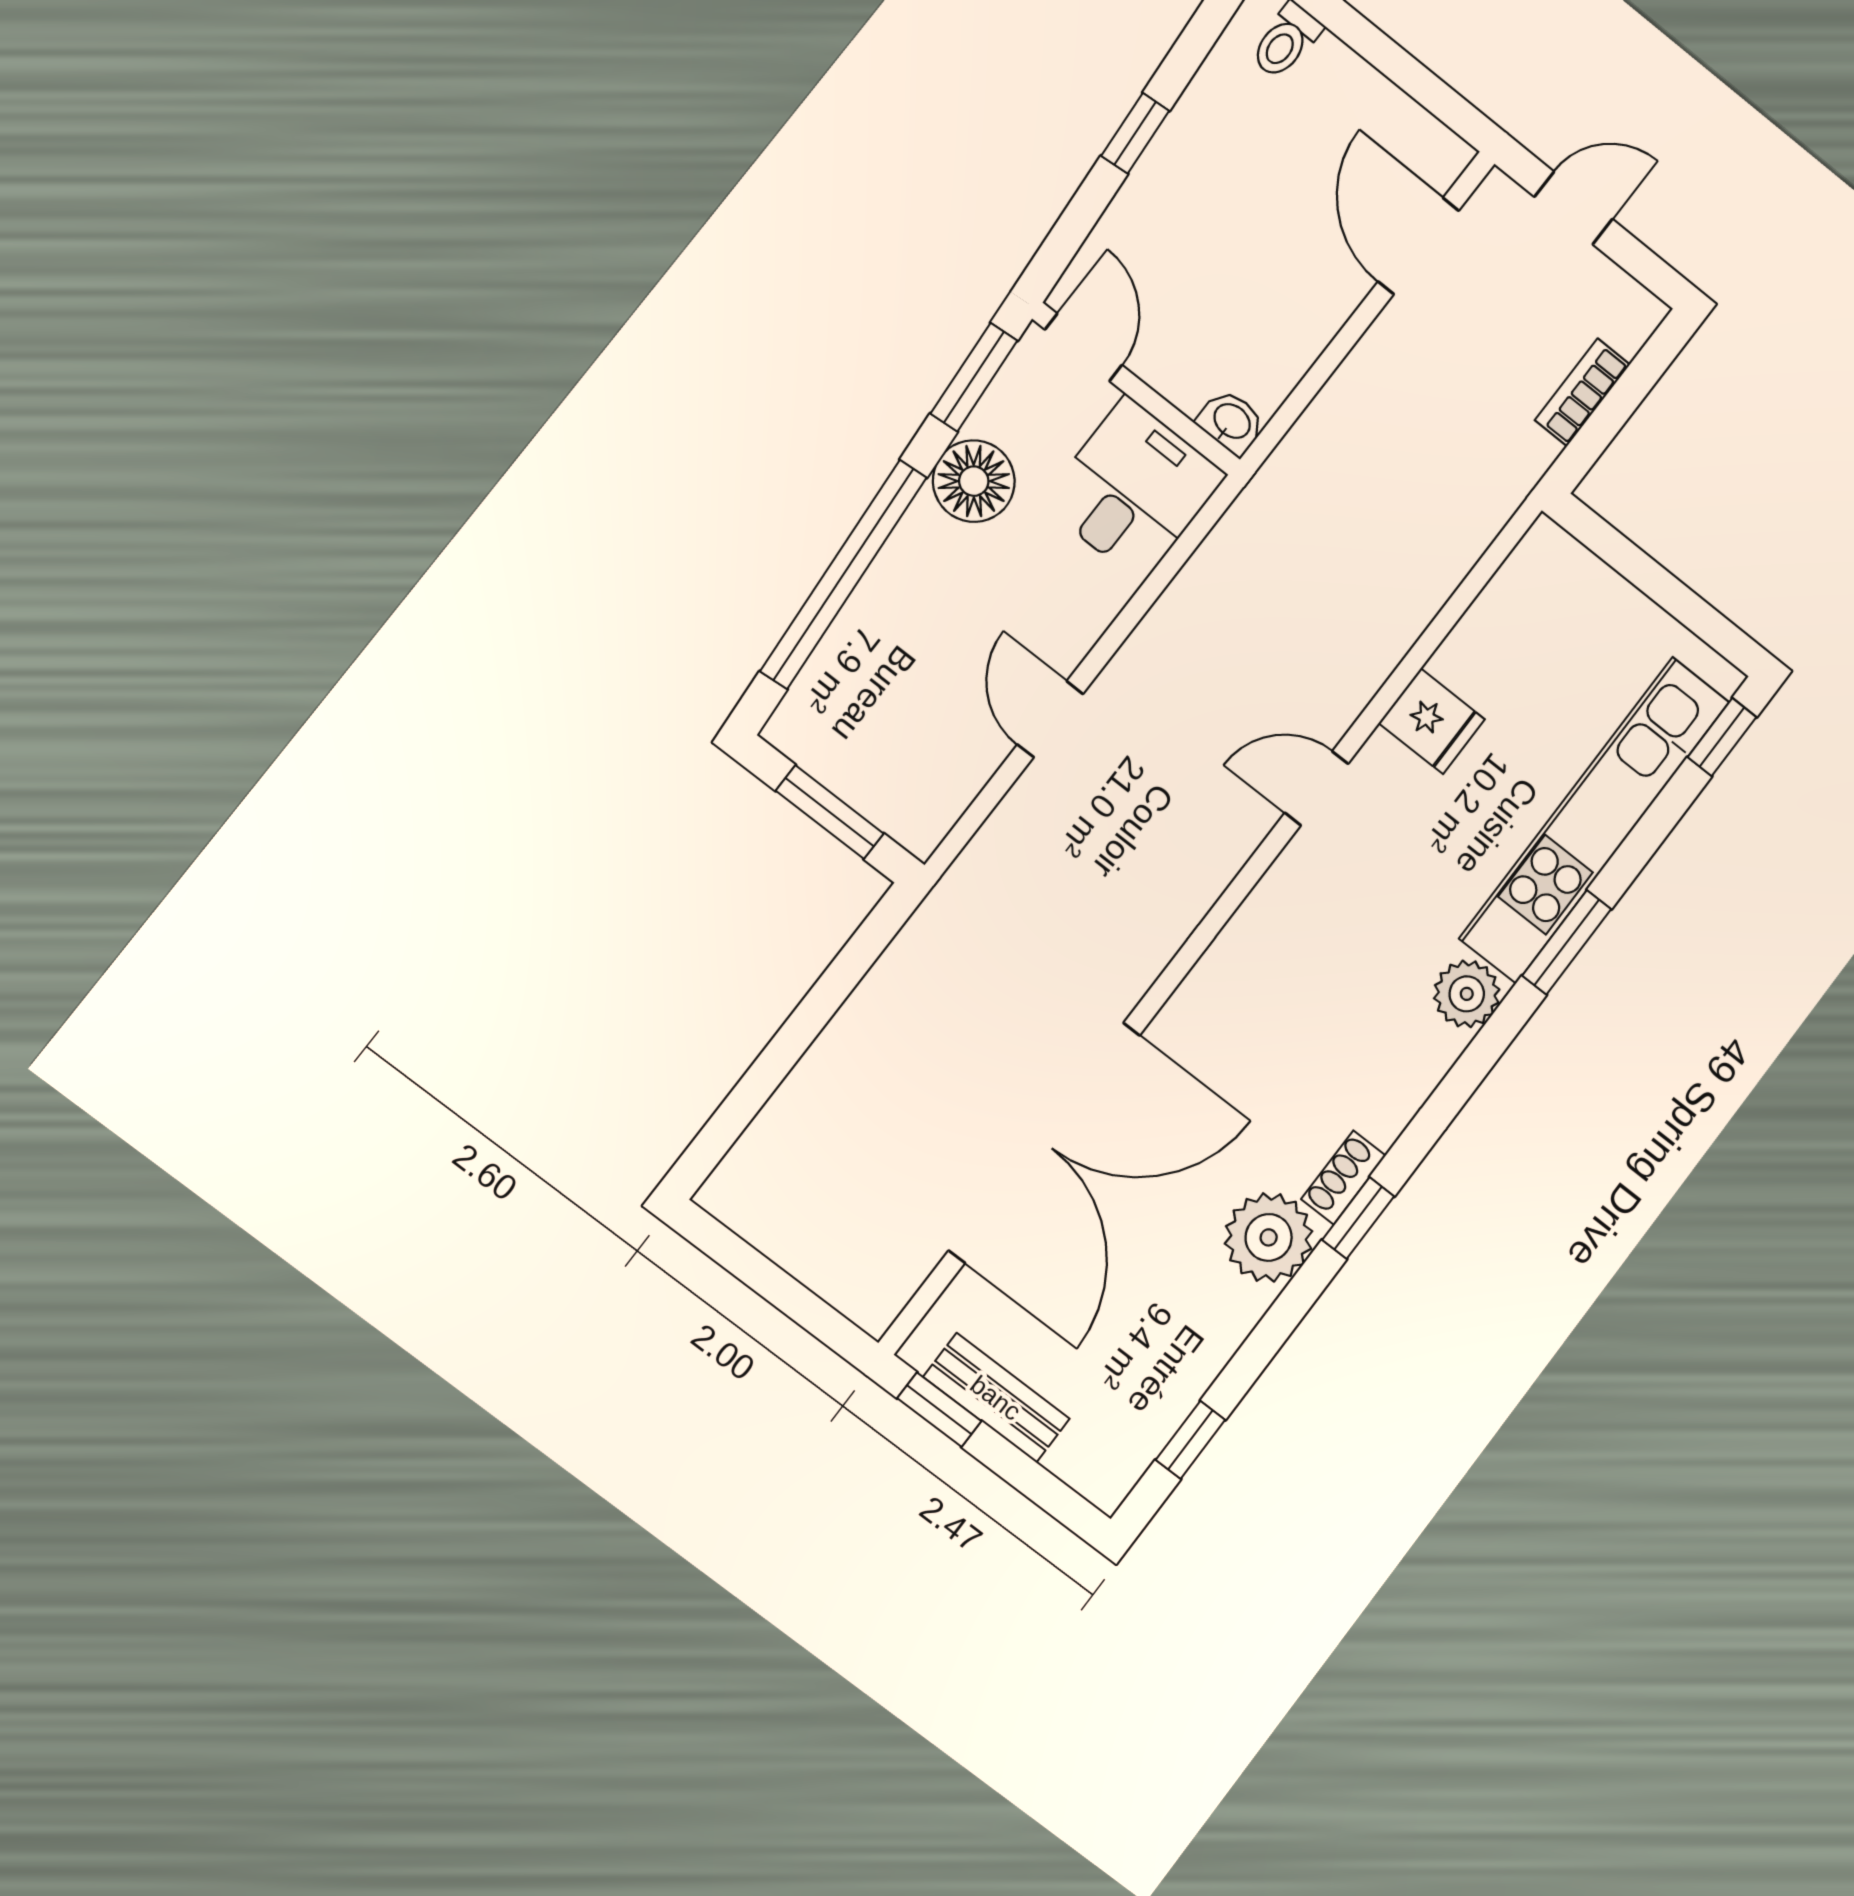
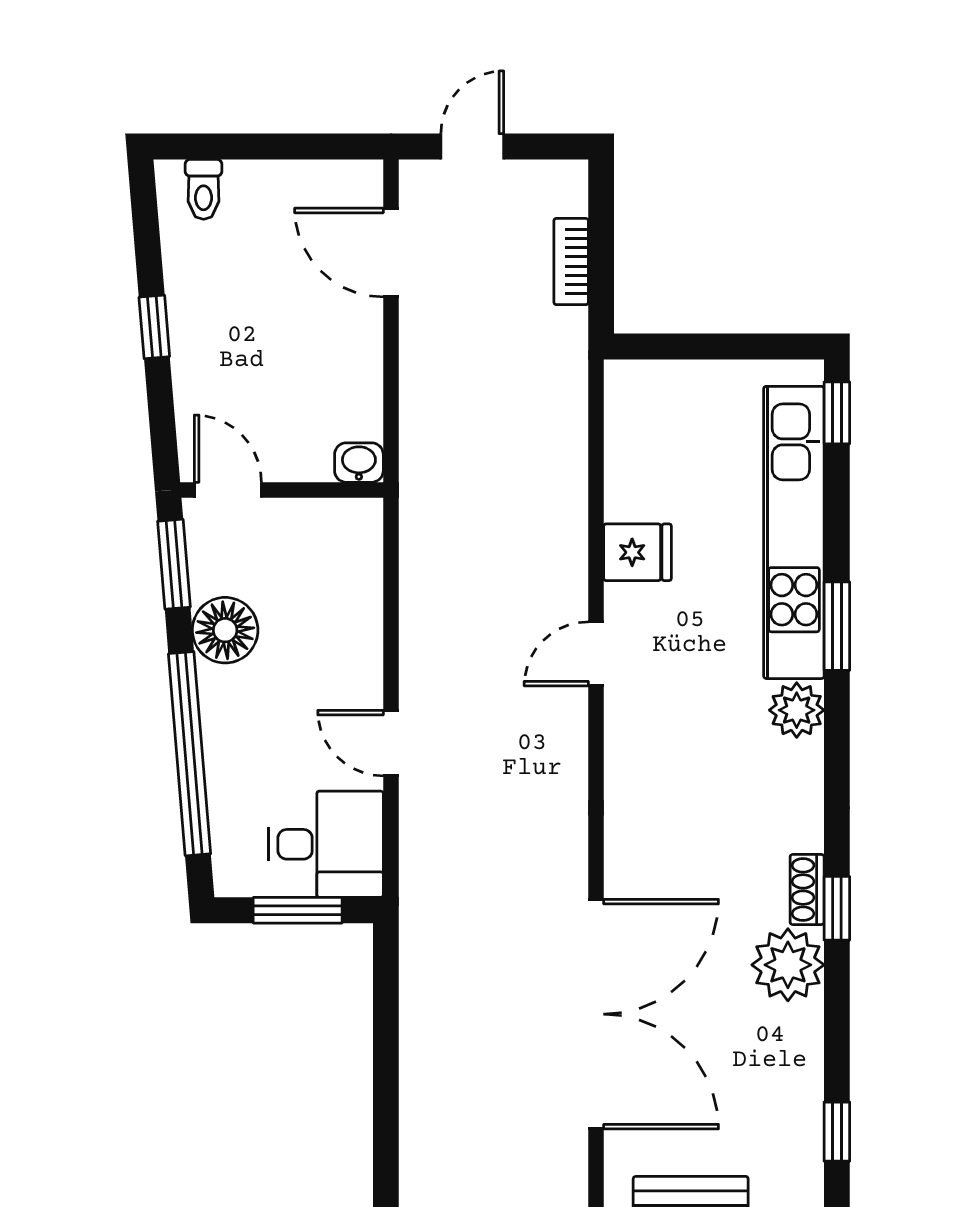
desk: (1134, 489) -> (326, 844), moved, turned 90

